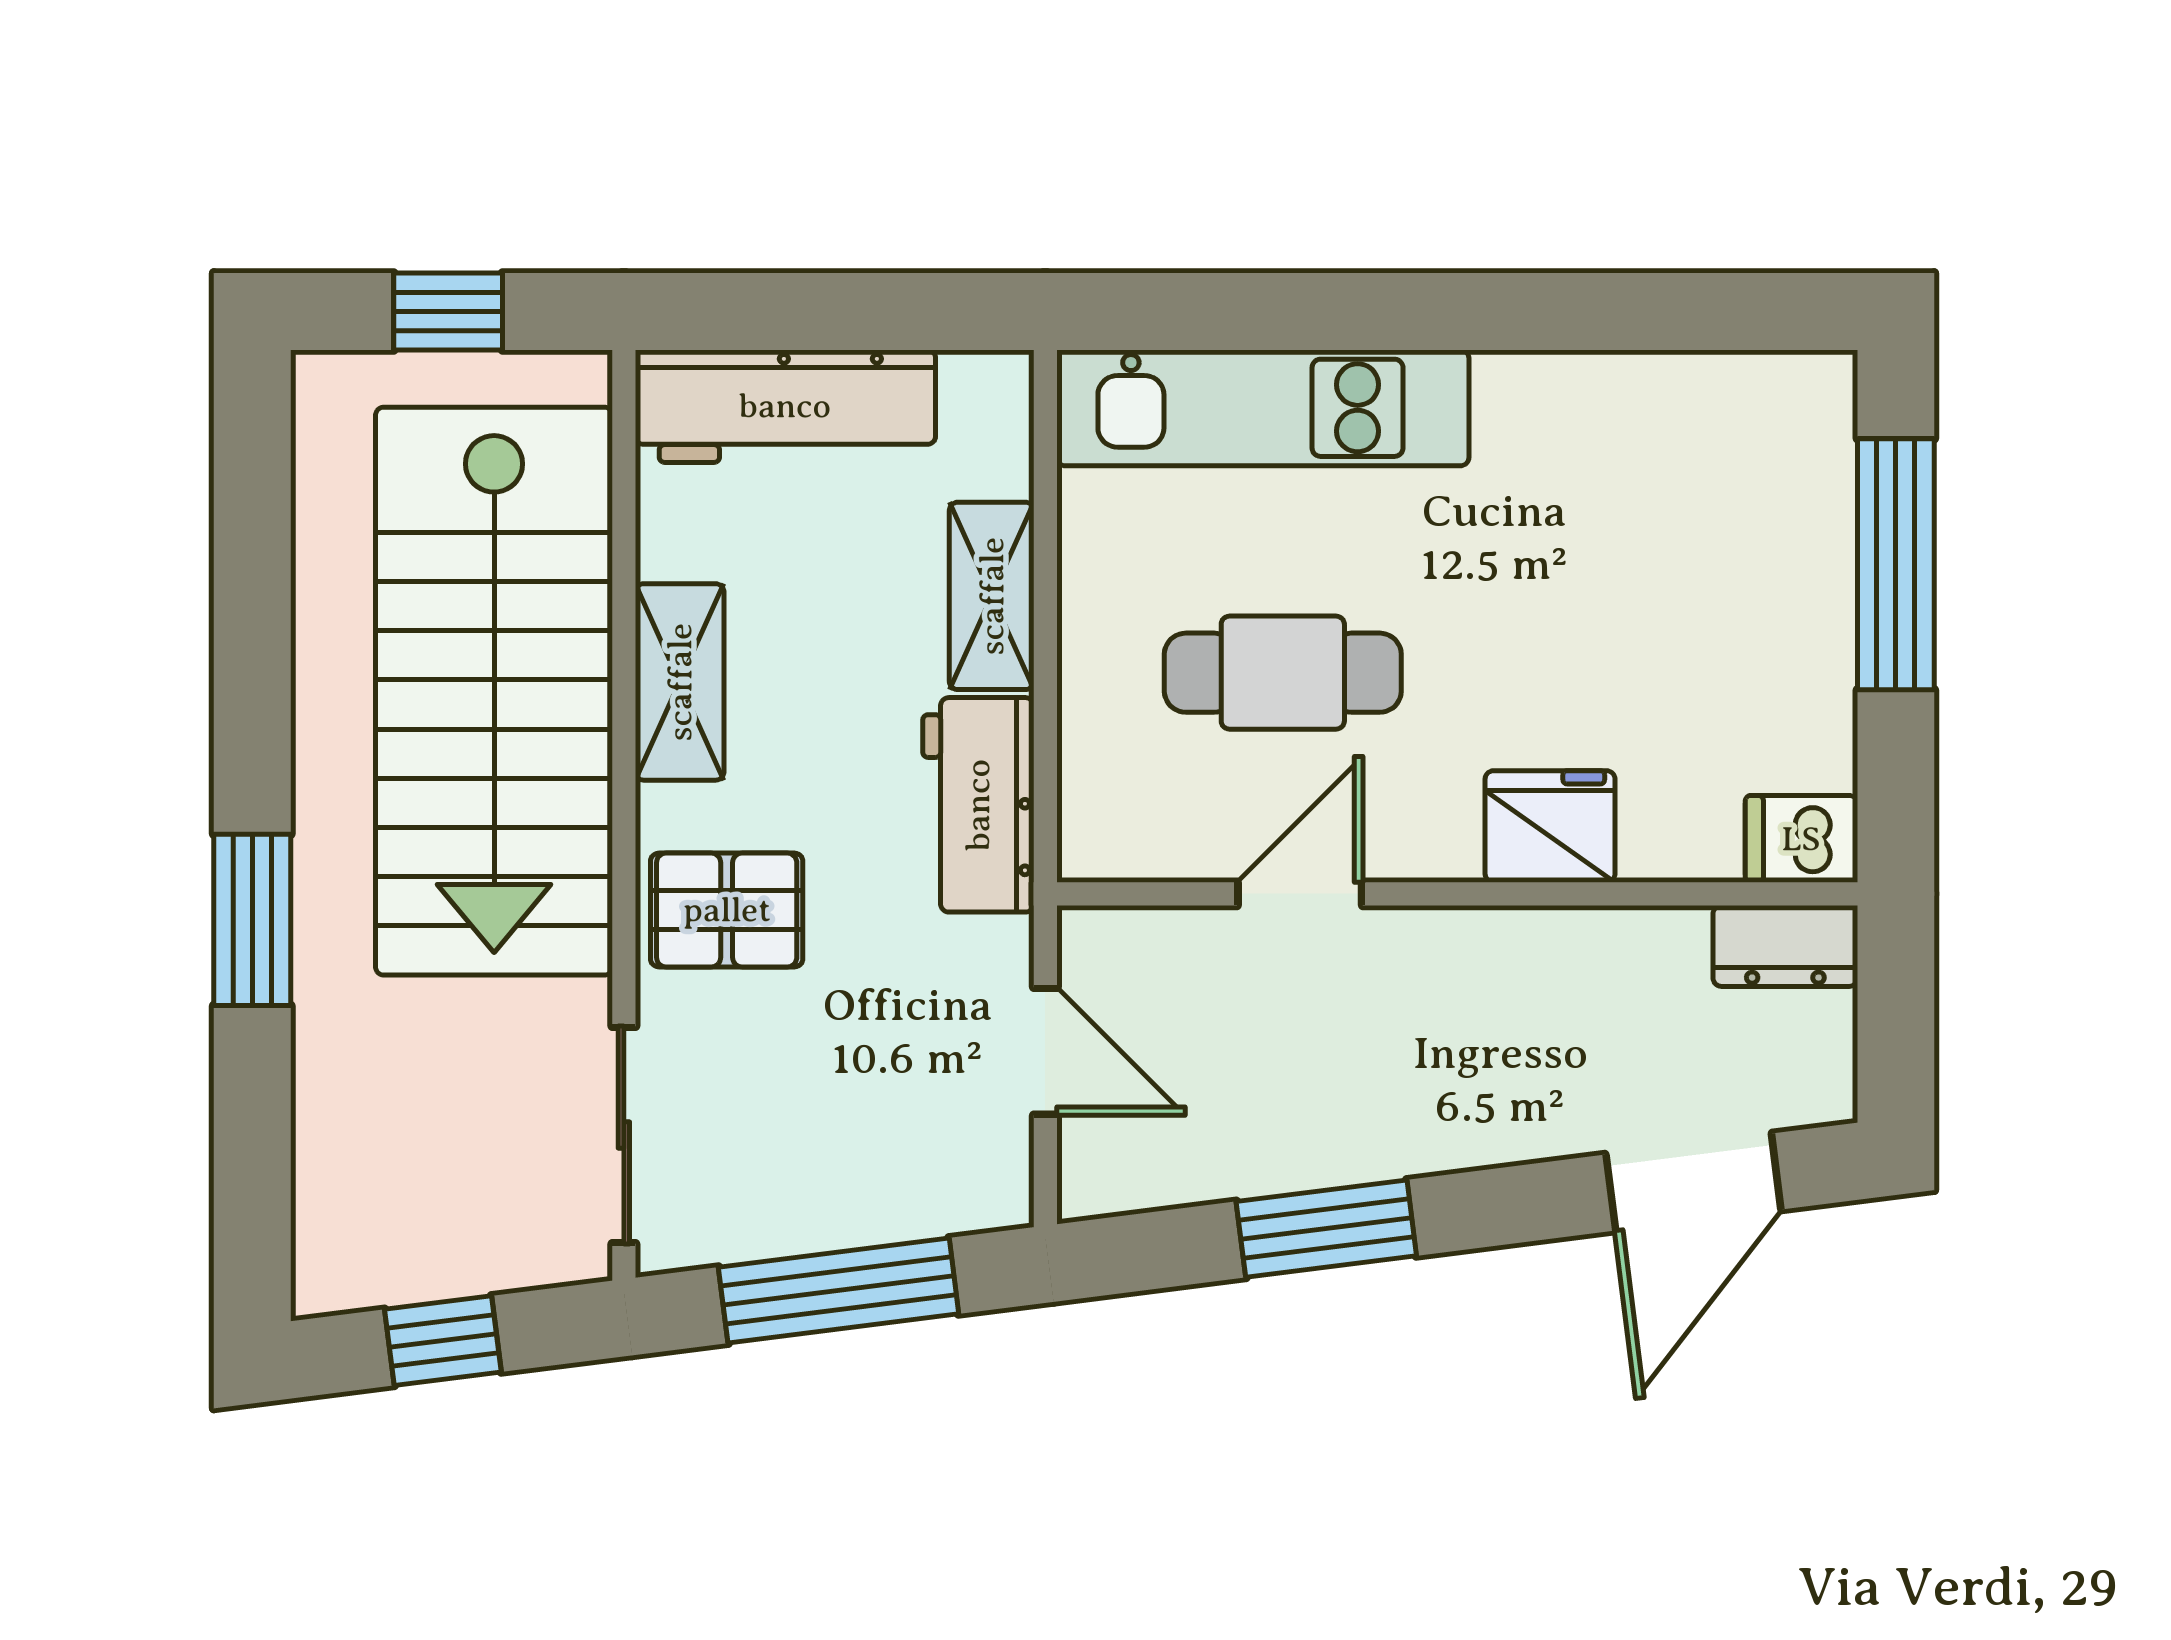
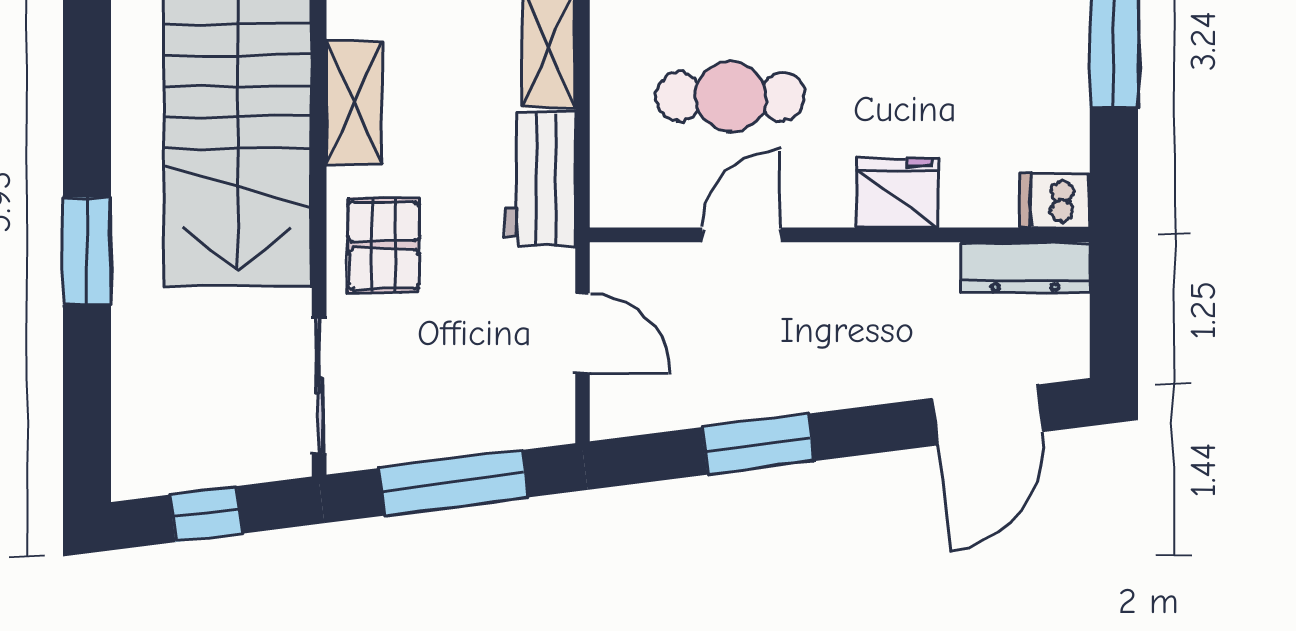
pallet: (727, 910) -> (383, 245), turned 90
dresser: (1785, 946) -> (1025, 267), width x1.44

